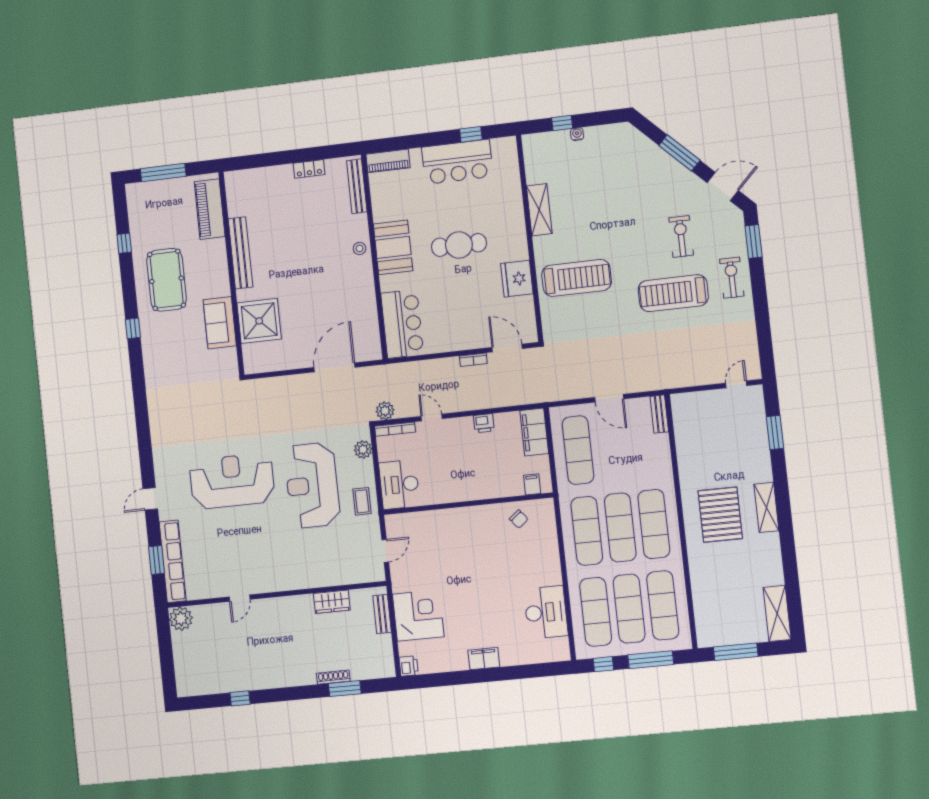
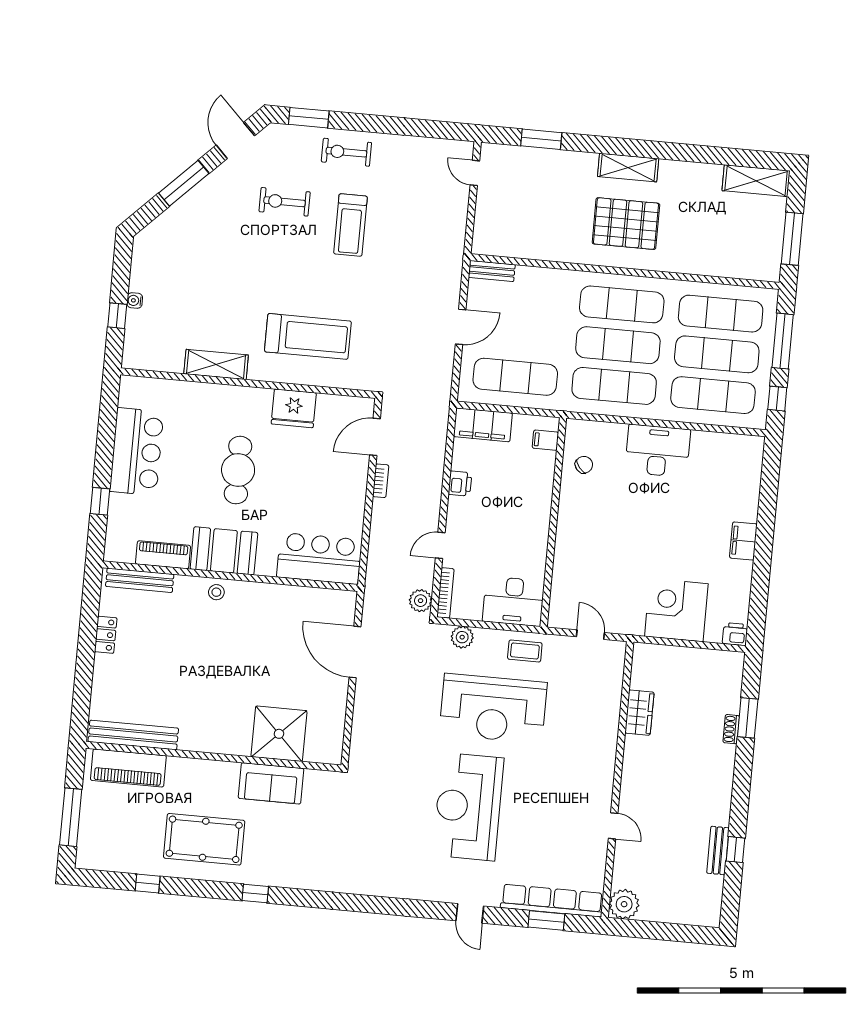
window: (471, 134) -> (100, 501), moved
piano: (388, 161) -> (163, 555), moved, turned -90
bench: (240, 253) -> (133, 735), moved
treadmill: (577, 278) -> (308, 336), turned 90
treadmill: (673, 293) -> (350, 225), width x0.73, depth x0.73
desk: (546, 612) -> (658, 451), moved
bench: (382, 614) -> (718, 851), moved, turned 90
shoe rack: (333, 677) -> (731, 729), width x0.70

